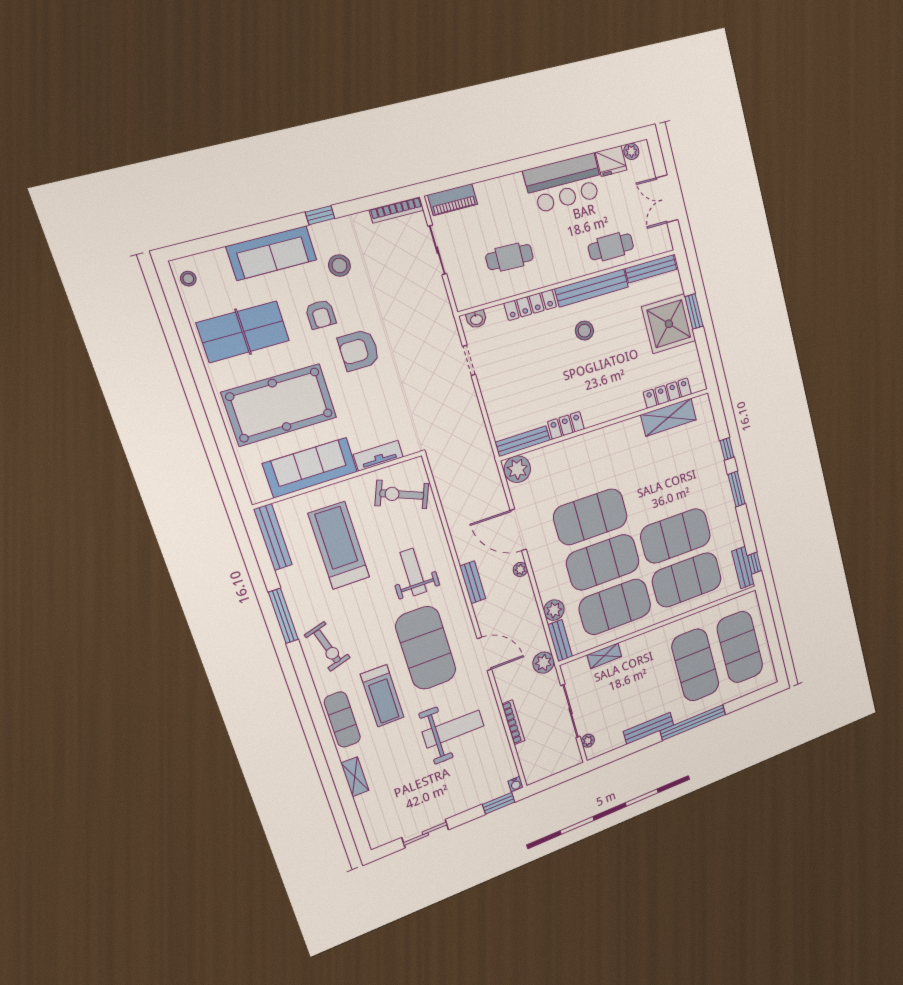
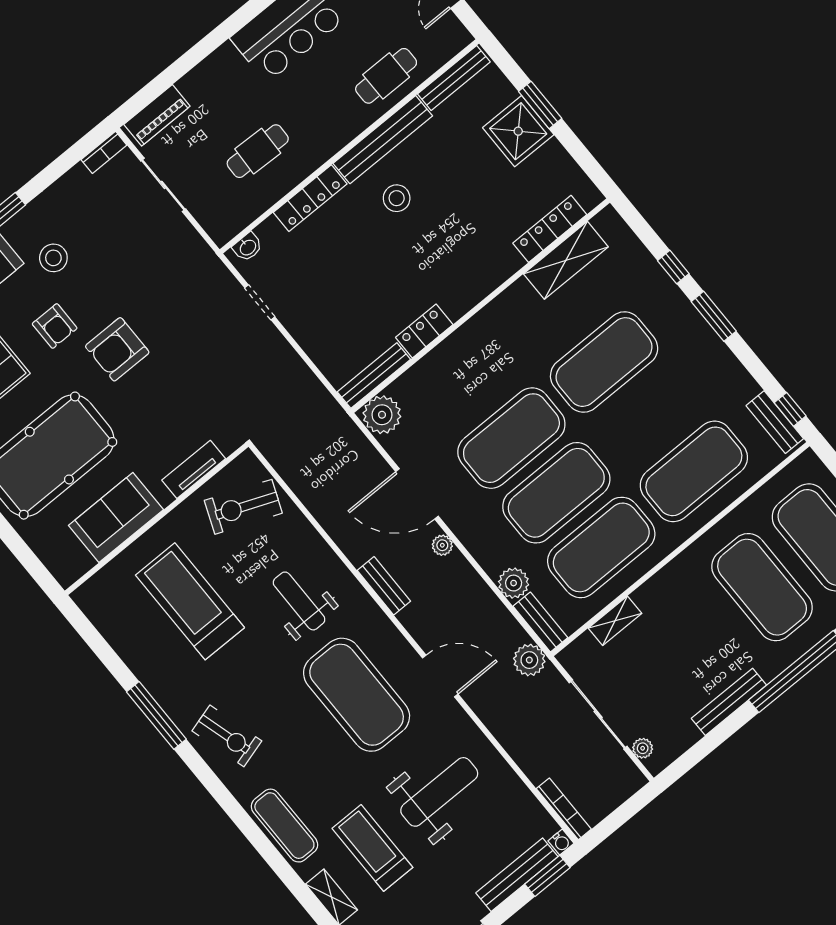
bookcase: (396, 210) -> (104, 152), width x0.64
shower: (669, 324) -> (518, 131), width x0.73, depth x0.73
sofa: (310, 468) -> (116, 517), width x0.73
exercise mat: (676, 536) -> (604, 362), moved
bench: (273, 537) -> (517, 875), moved, turned 90
treadmill: (382, 696) -> (372, 848), moved, turned 180
bookcase: (513, 722) -> (564, 809), moved

